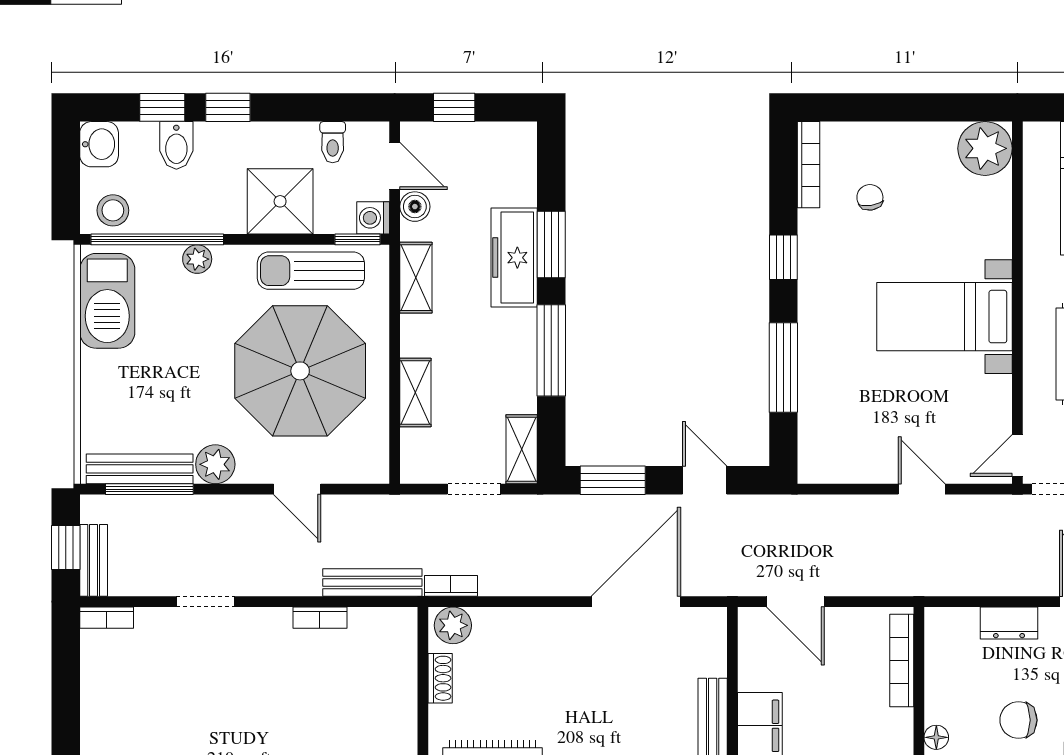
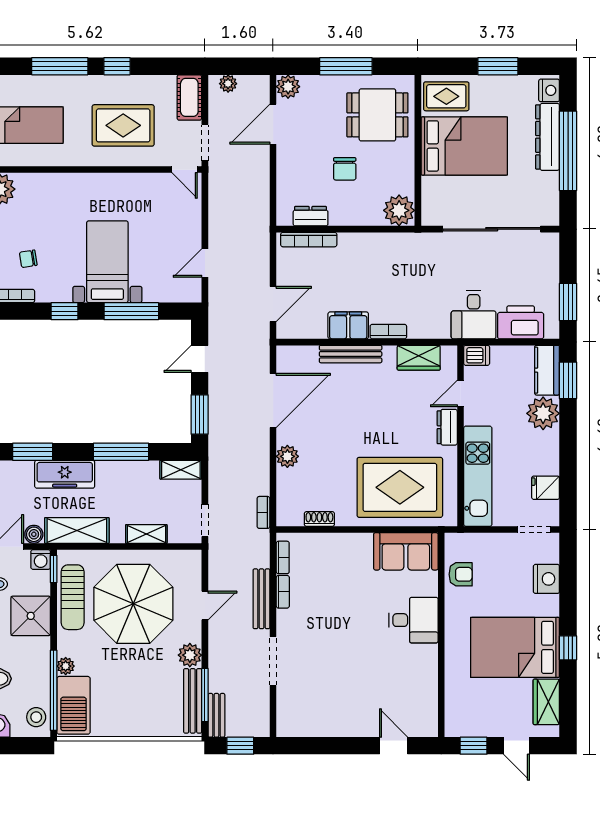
window: (551, 245) -> (33, 452), moved
shelving: (416, 278) -> (77, 530), width x1.50, depth x1.33
barbecue: (107, 301) -> (73, 705), moved, turned 90
bed with nightstands: (944, 317) -> (107, 262), moved, turned 180
doorway: (474, 489) -> (205, 520), moved
door: (922, 489) -> (205, 263), moved
bench: (94, 560) -> (216, 715), moved, turned 90
bench: (372, 583) -> (261, 599), moved
doorway: (205, 602) -> (273, 661), width x1.38
door: (636, 602) -> (273, 400), swing flipped
bookcase: (107, 618) -> (283, 557), moved
dresser: (1009, 623) -> (311, 216), moved, turned -90
plant: (453, 625) -> (287, 456), moved
floor lamp: (936, 737) -> (355, 219), removed

